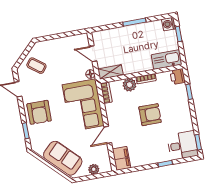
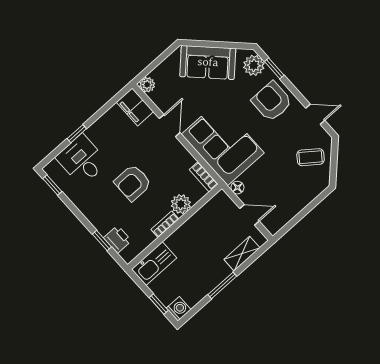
shelving: (110, 72) -> (242, 254), moved
printer: (178, 77) -> (117, 239), moved
plant: (37, 140) -> (254, 65), added
desk: (183, 145) -> (82, 160), moved, turned 90
plant: (94, 169) -> (147, 85), moved

